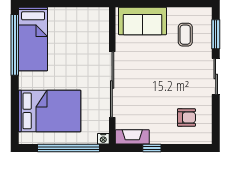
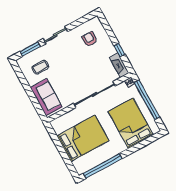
bed: (33, 39) -> (83, 138), moved, width x1.50

